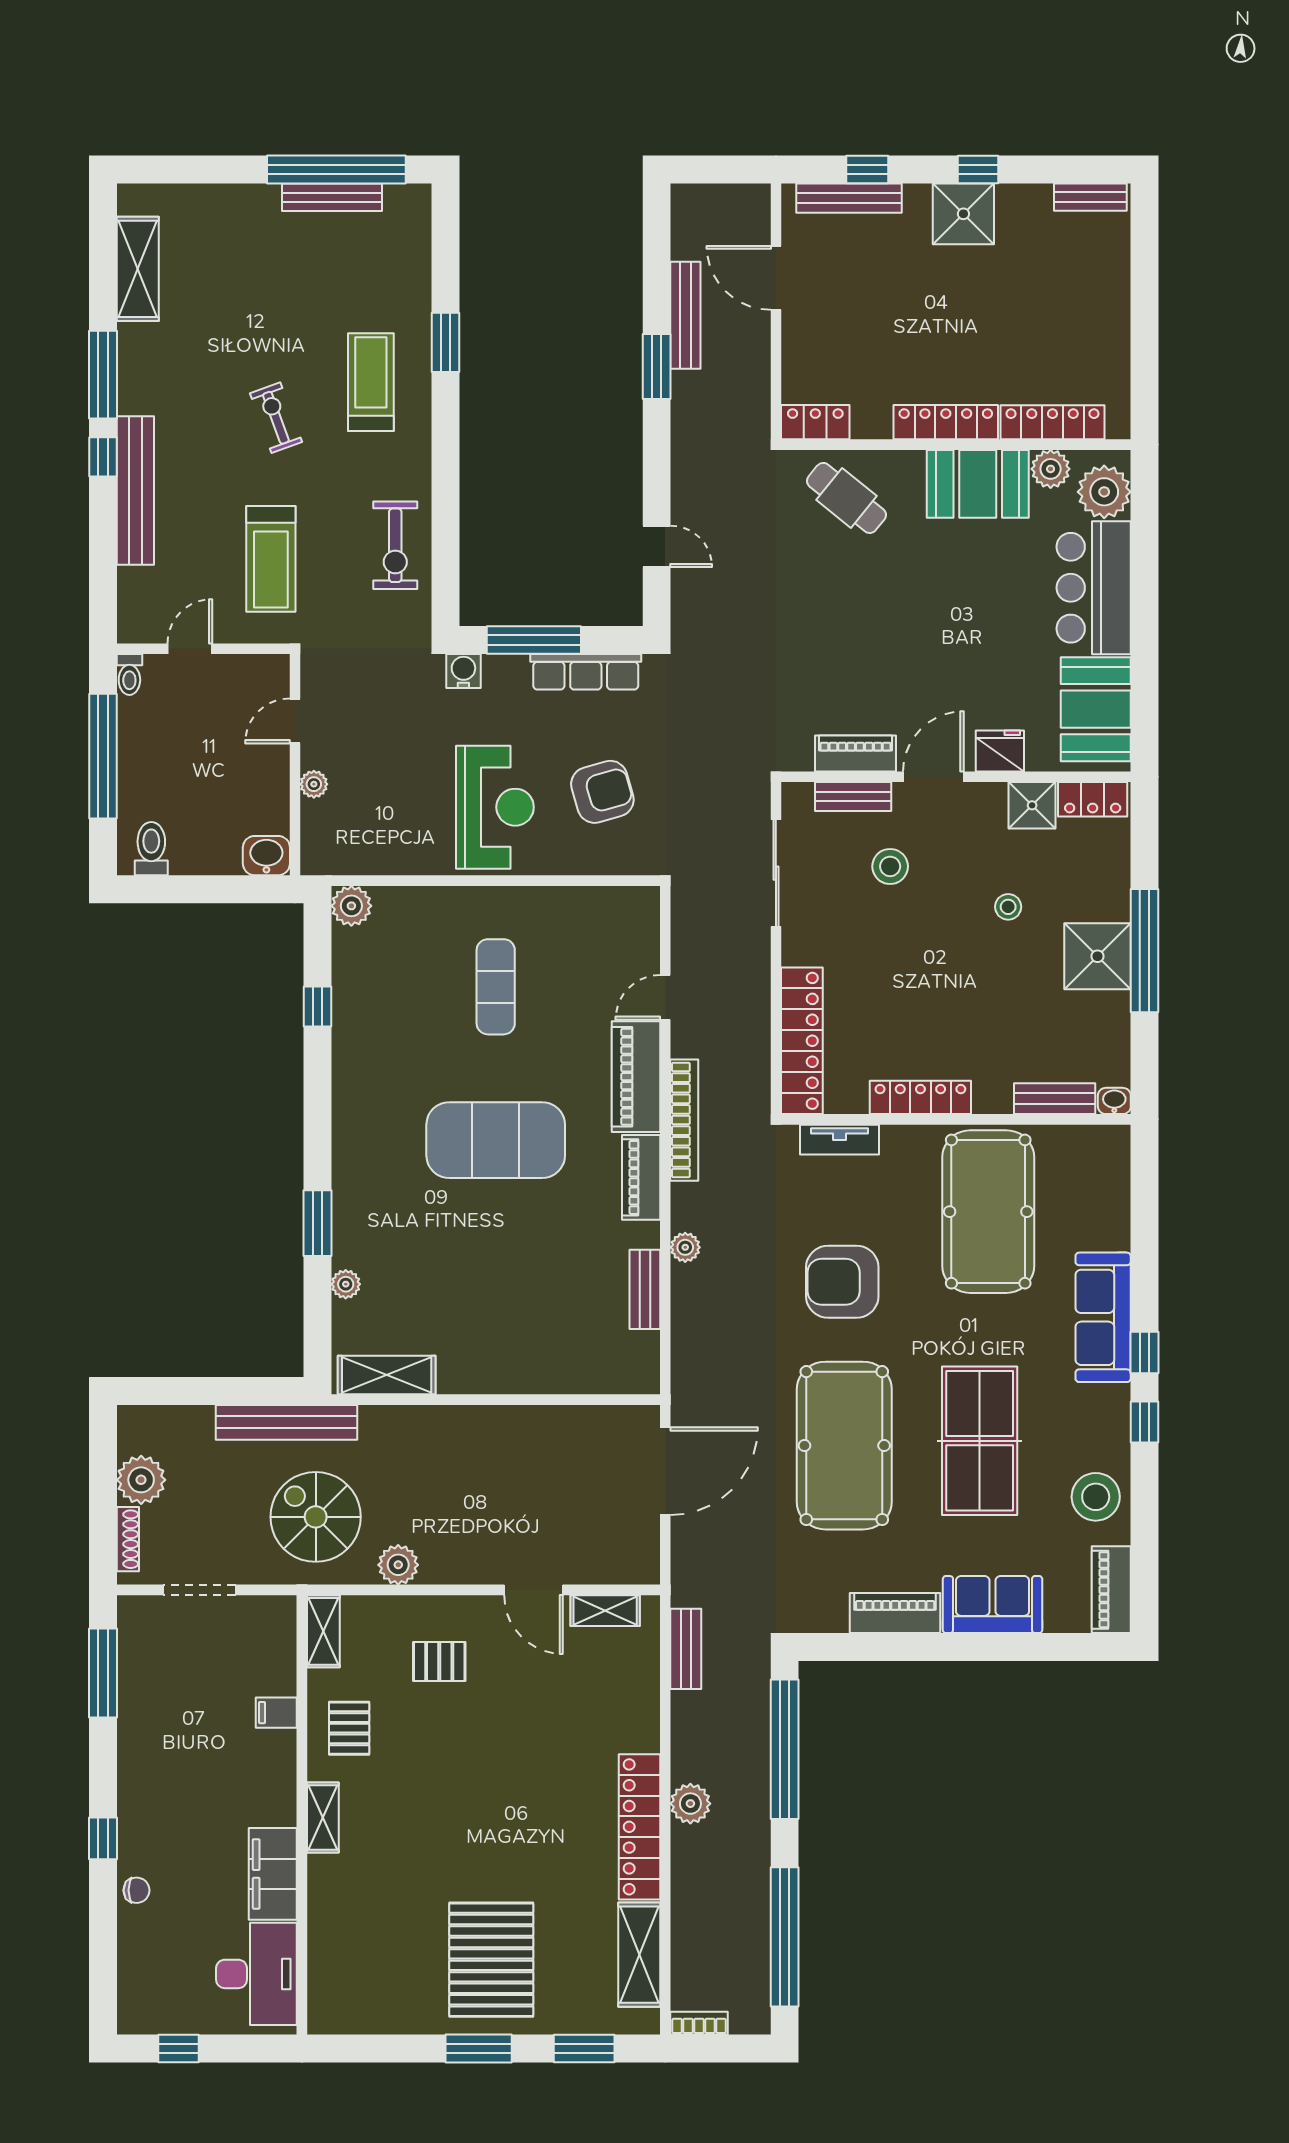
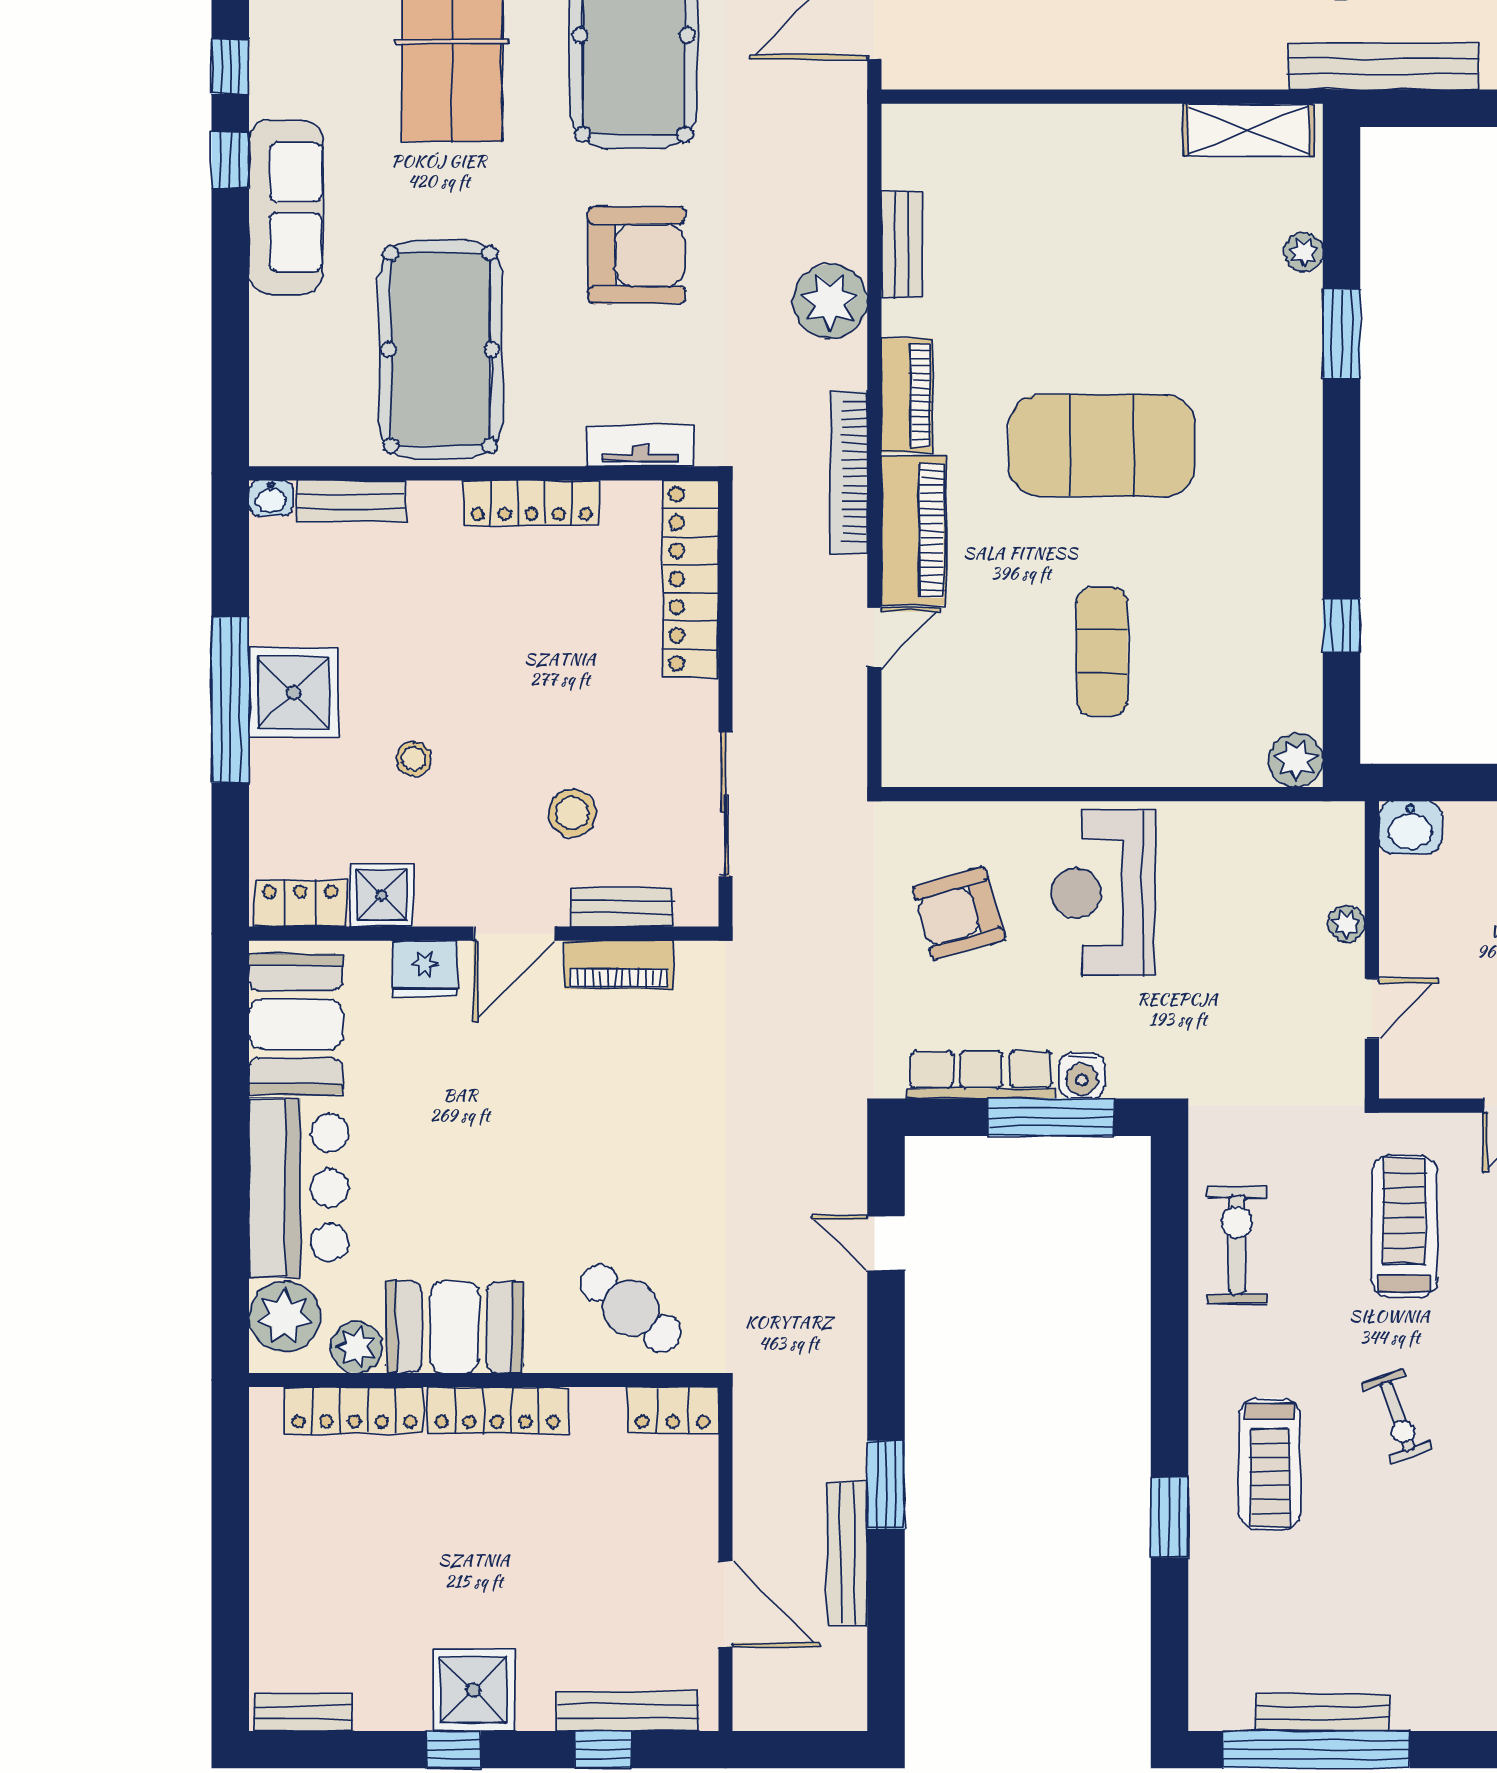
water cooler: (463, 671) -> (1082, 1076), moved
plant: (685, 1247) -> (830, 301), width x1.88, depth x1.88

